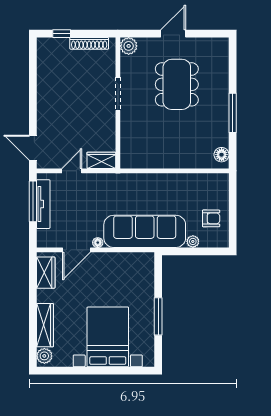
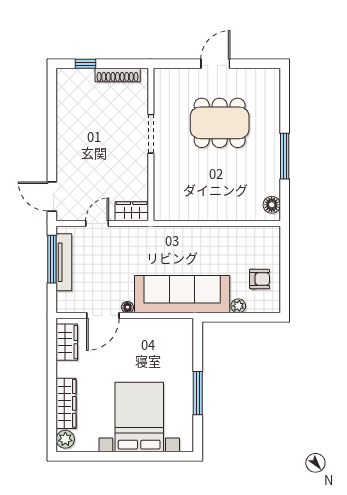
plant: (129, 46) -> (163, 78), removed
dining table: (177, 84) -> (220, 123), turned 90

